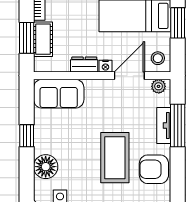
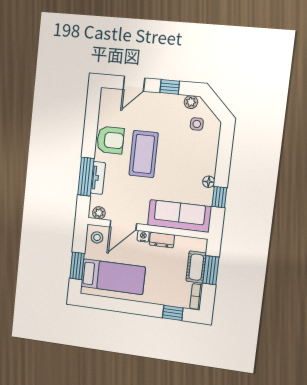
sofa: (59, 94) -> (179, 216), width x1.36
window: (27, 136) -> (219, 197), moved
floor lamp: (46, 167) -> (209, 182), moved, width x0.53, depth x0.53

